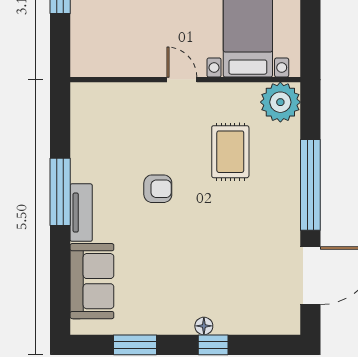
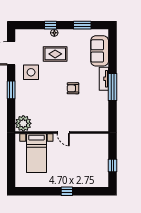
rug: (230, 152) -> (55, 54), moved, turned 90
window: (310, 185) -> (11, 90), width x0.47
side table: (261, 228) -> (31, 72), added

